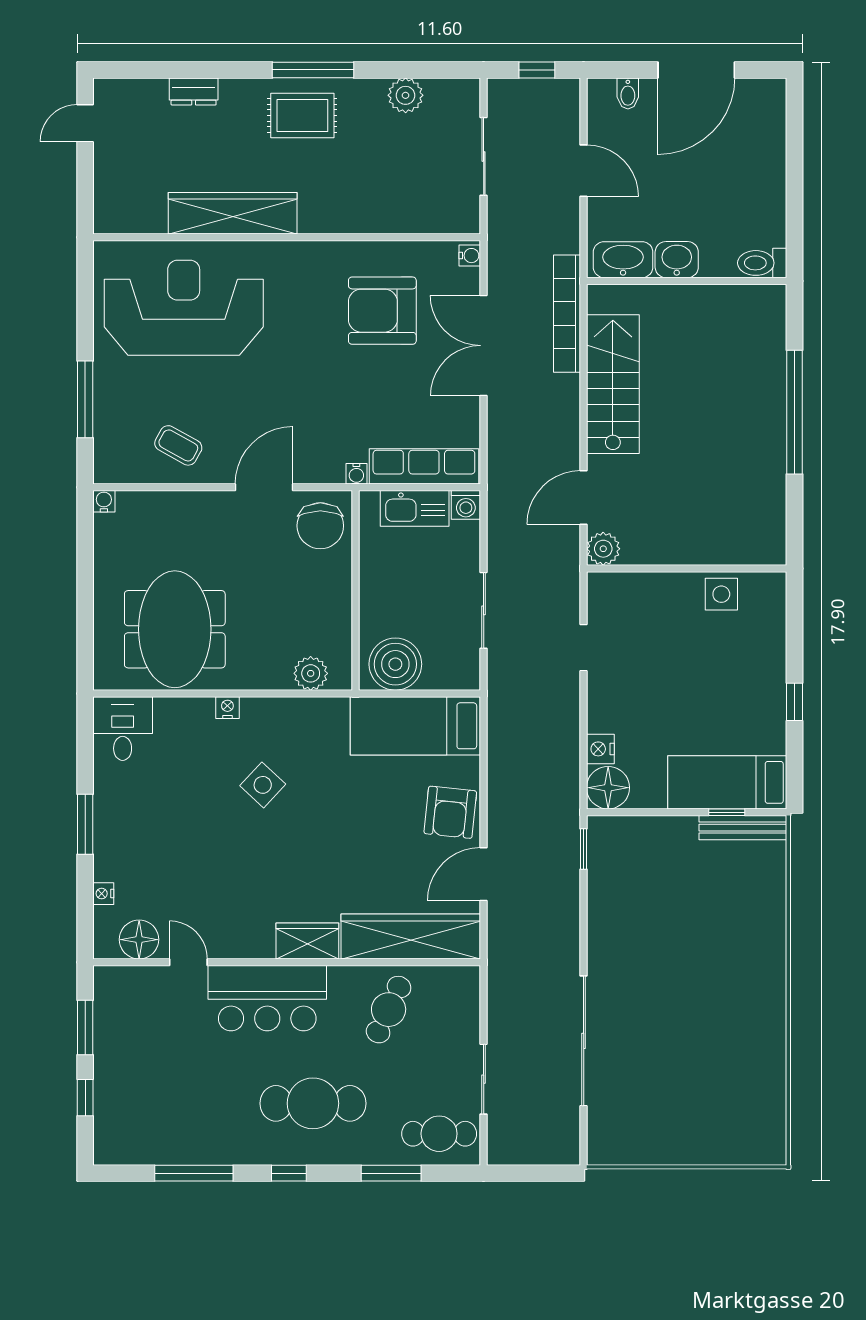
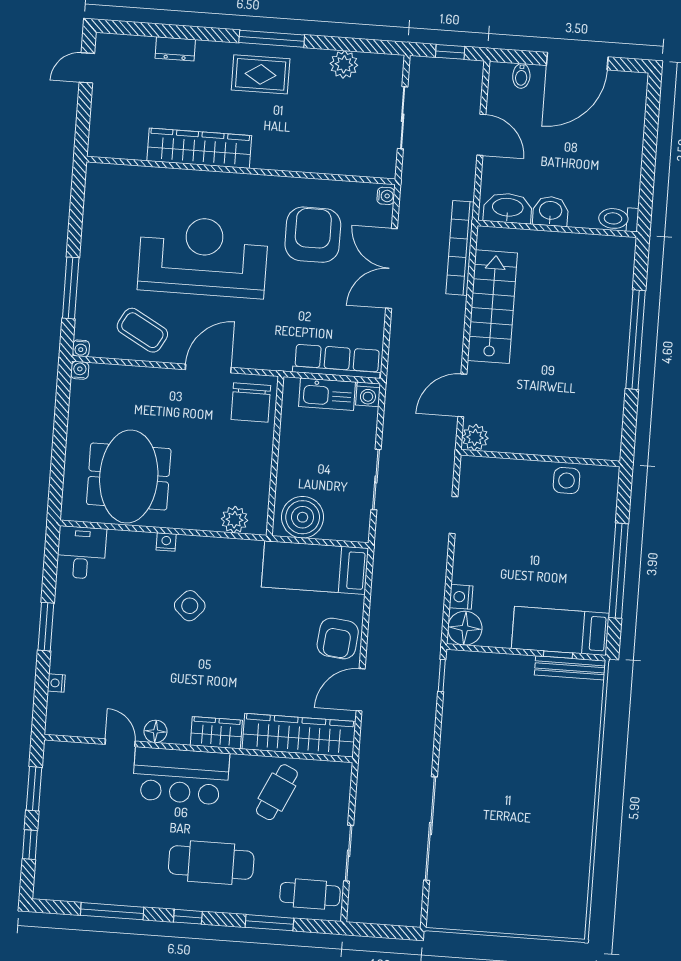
reception desk: (184, 308) -> (203, 257), moved
armchair: (382, 311) -> (313, 235), turned 90
coffee table: (178, 445) -> (142, 330), width x1.36, depth x1.30
water cooler: (356, 474) -> (81, 348), moved
window: (794, 702) -> (619, 571), width x3.17
floor lamp: (139, 940) -> (155, 731), moved, width x0.73, depth x0.73

